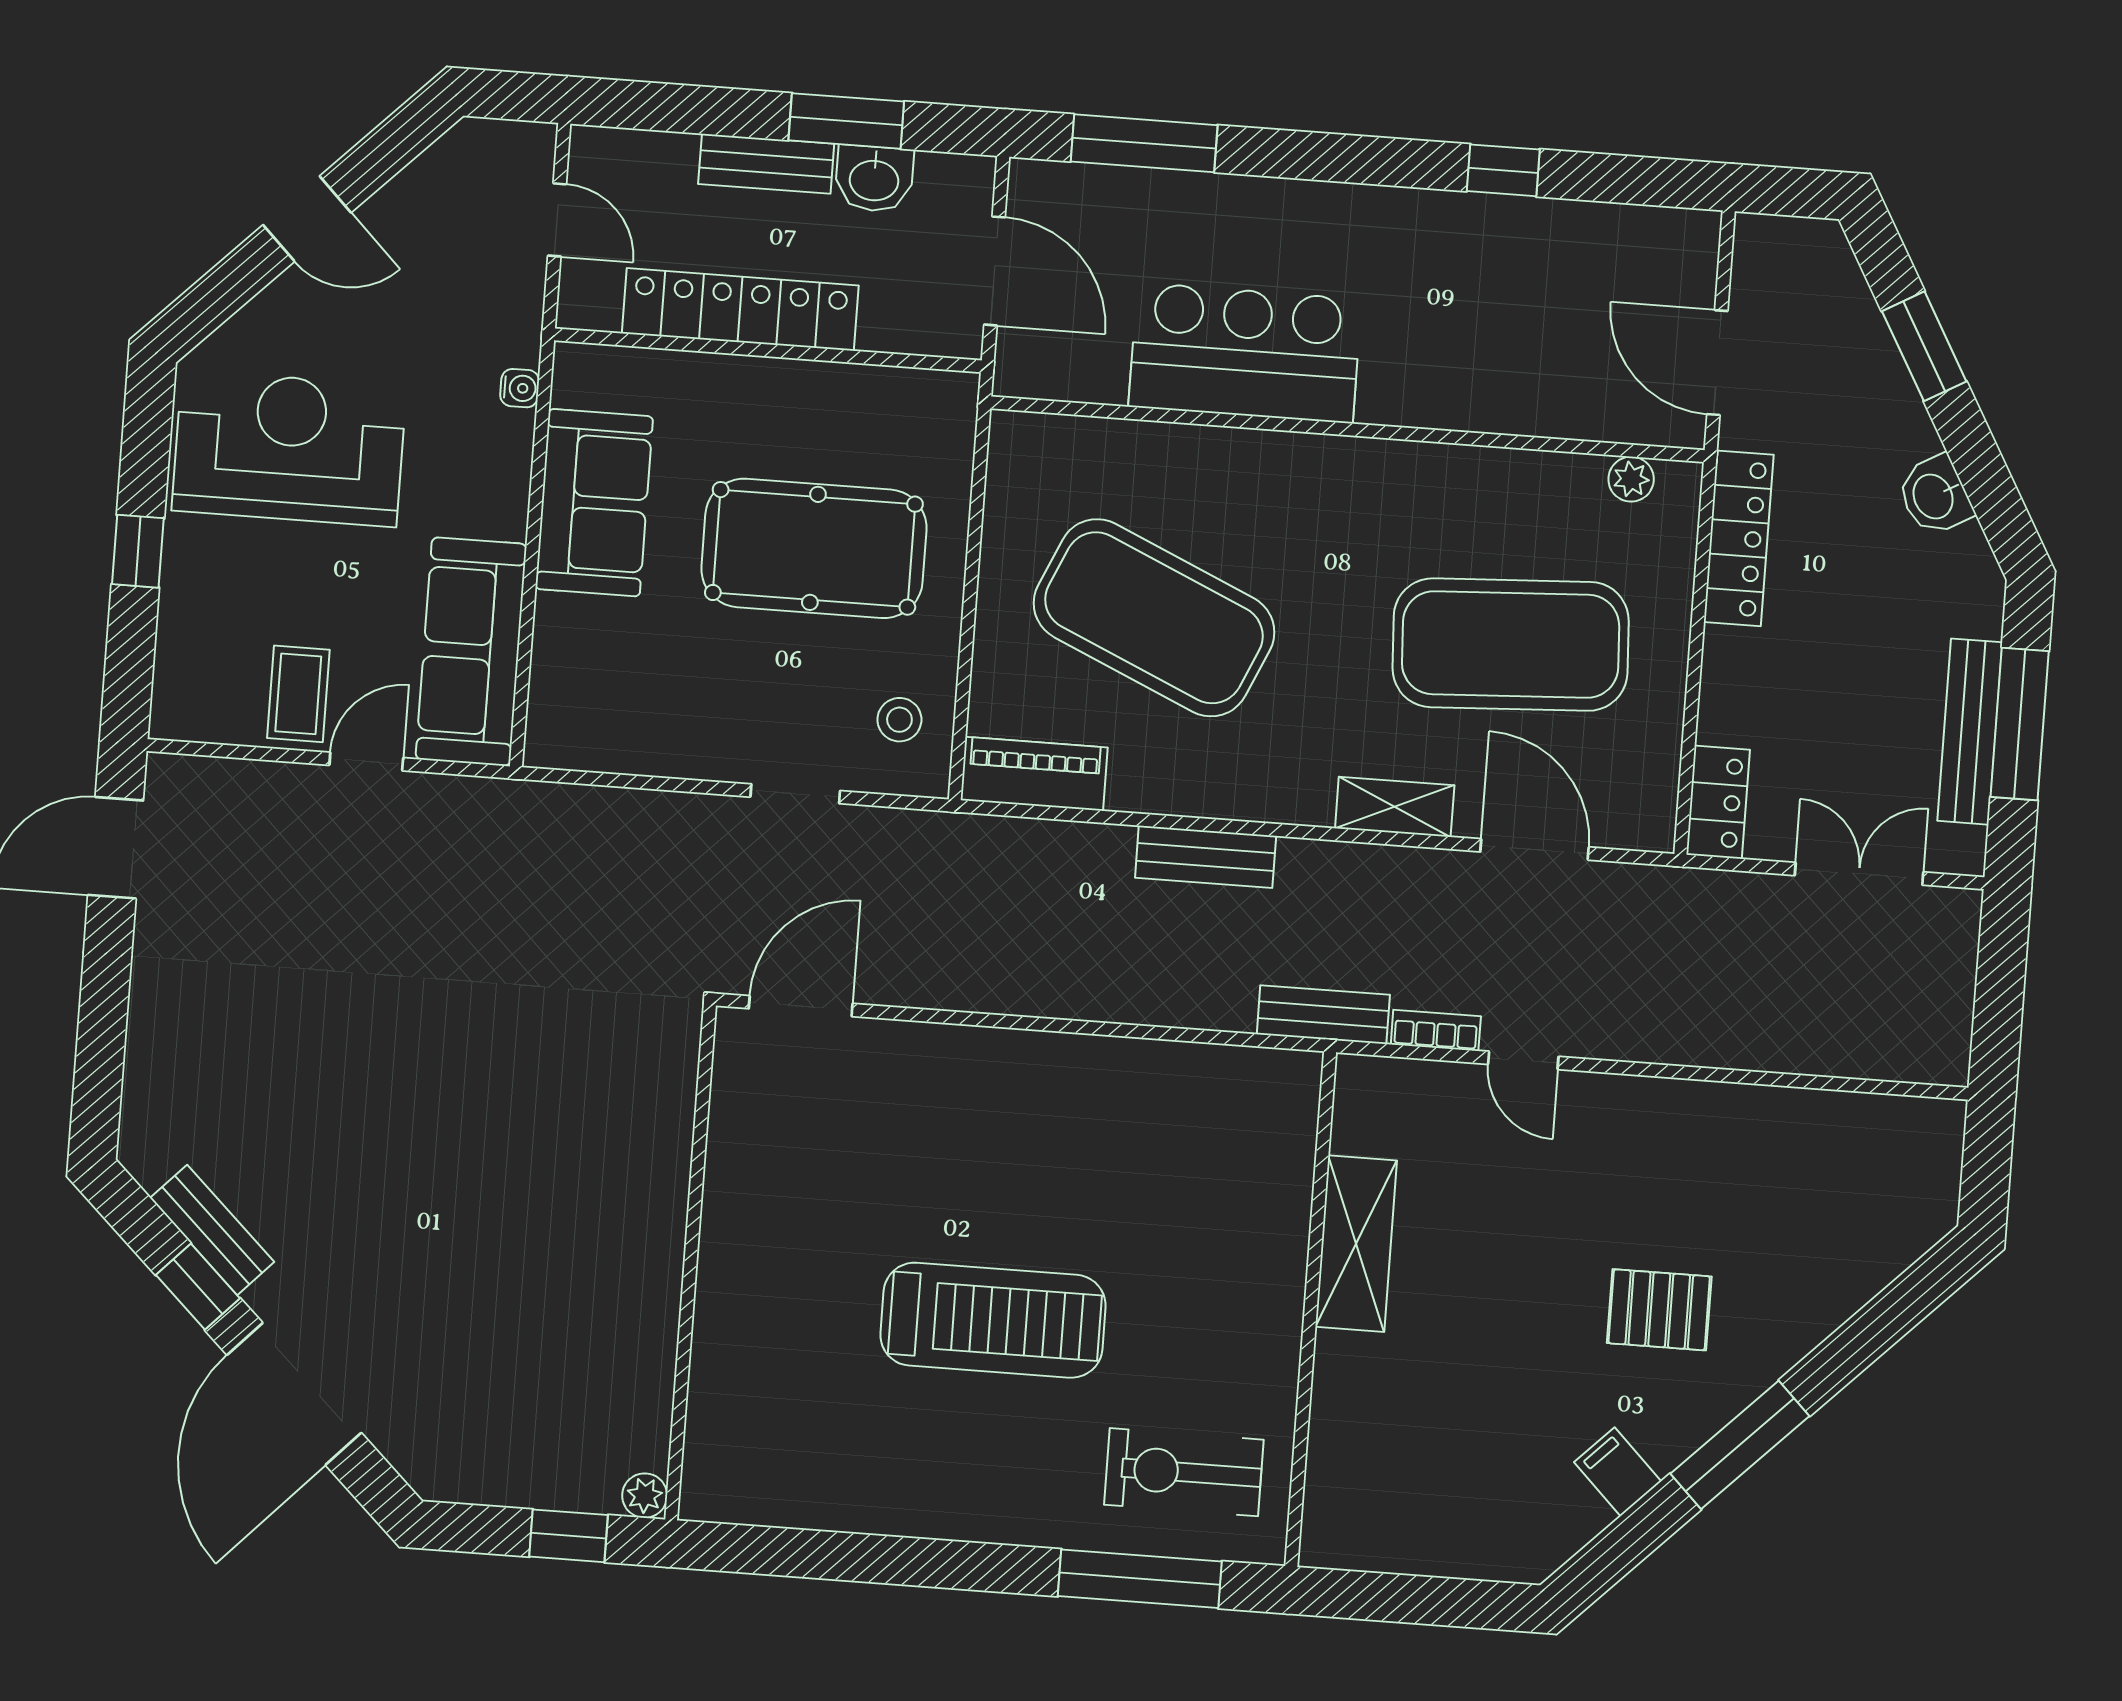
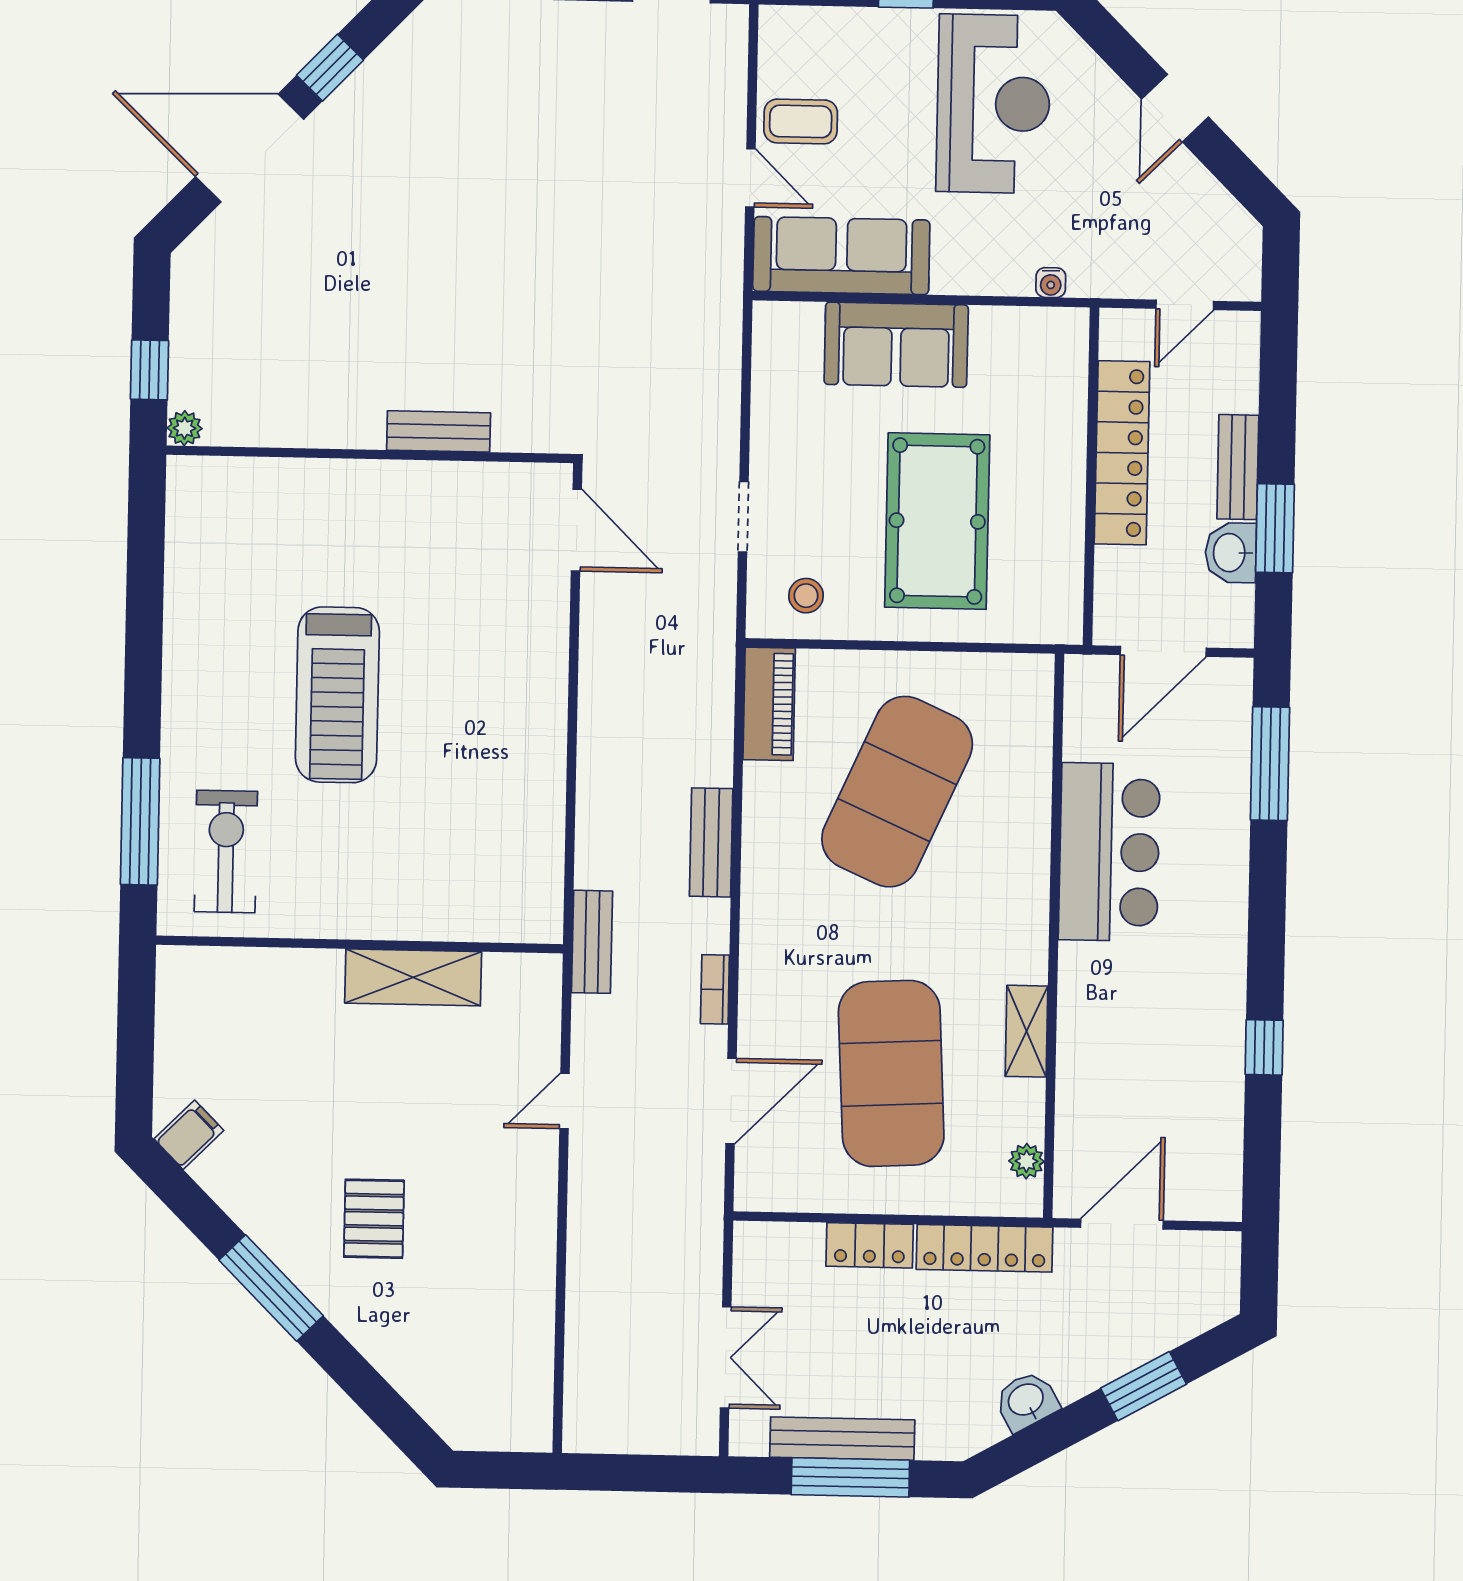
sofa: (594, 503) -> (896, 345), moved
locker: (1718, 802) -> (870, 1245), moved
shelving: (1395, 807) -> (1027, 1031), moved
bookcase: (1436, 1030) -> (715, 989), moved, turned 180
bench: (212, 1230) -> (439, 431), moved, turned 46
filing cabinet: (1618, 1472) -> (189, 1135), moved

